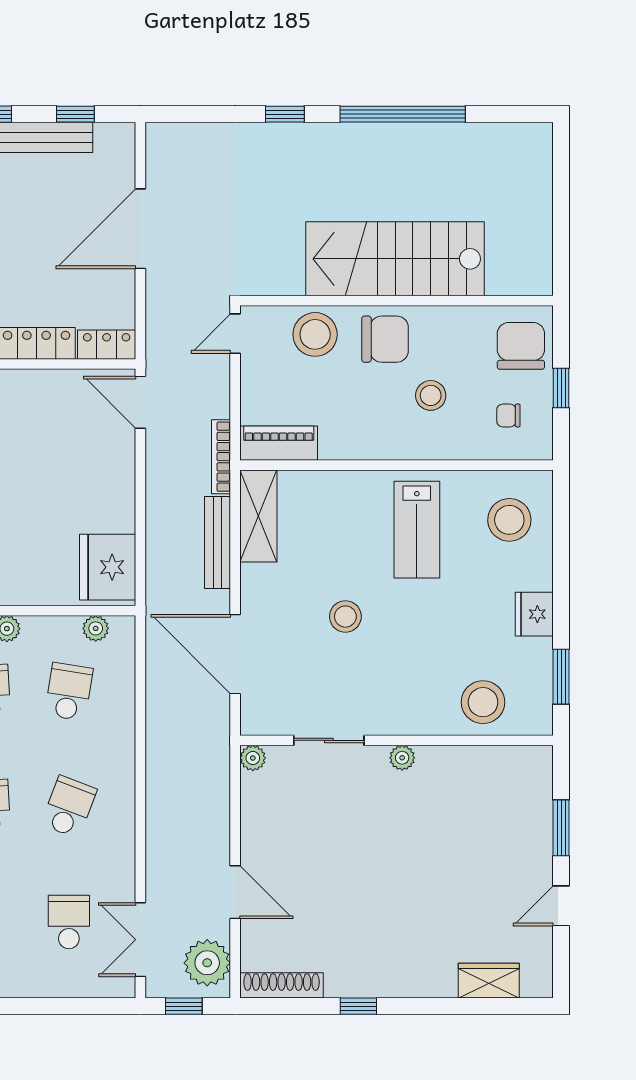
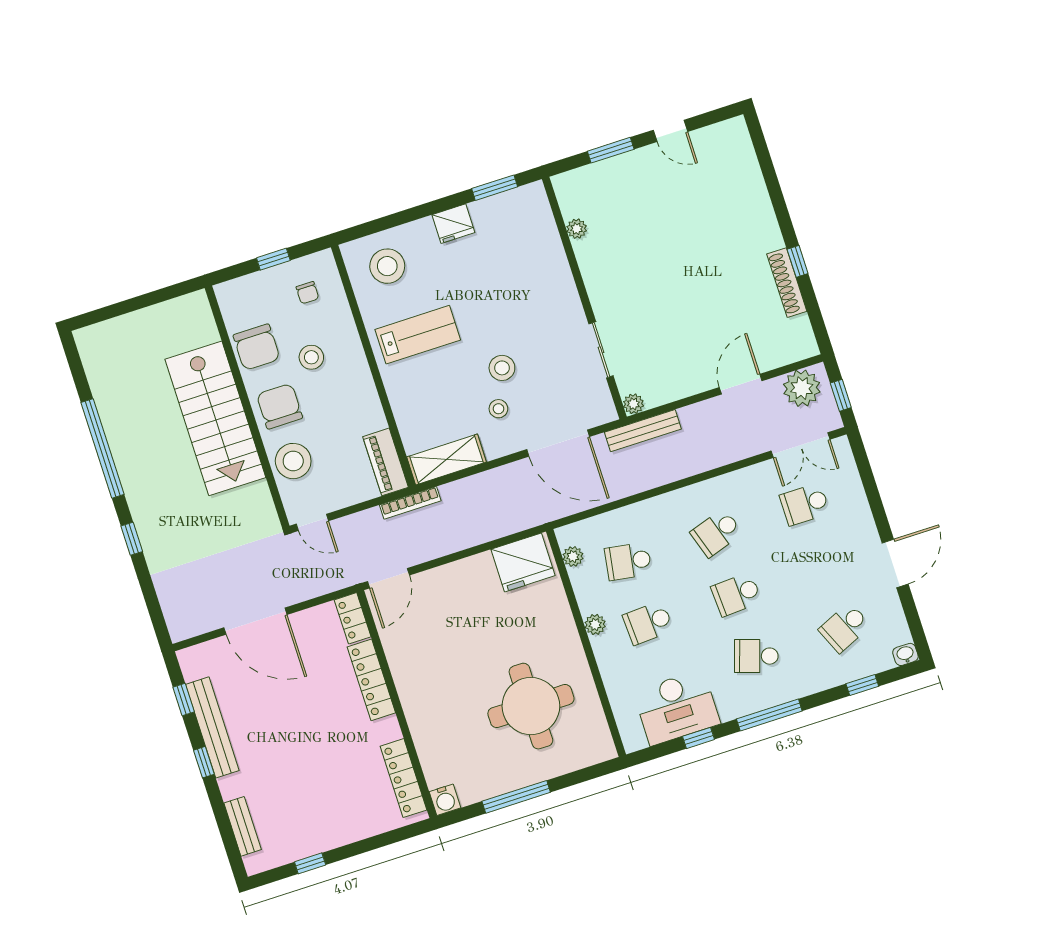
chair: (521, 346) -> (257, 347), moved, turned -90
bench: (218, 542) -> (643, 431), moved
door: (235, 654) -> (558, 443), hinge flipped
stool: (483, 702) -> (498, 409), moved, width x0.53, depth x0.53
plant: (402, 758) -> (577, 229), moved
school desk: (69, 807) -> (716, 533), turned -39
wardrobe: (489, 981) -> (746, 168), removed
shoe rack: (282, 985) -> (787, 283), moved

